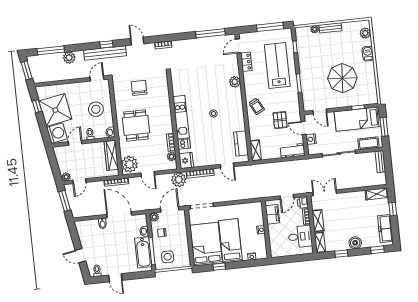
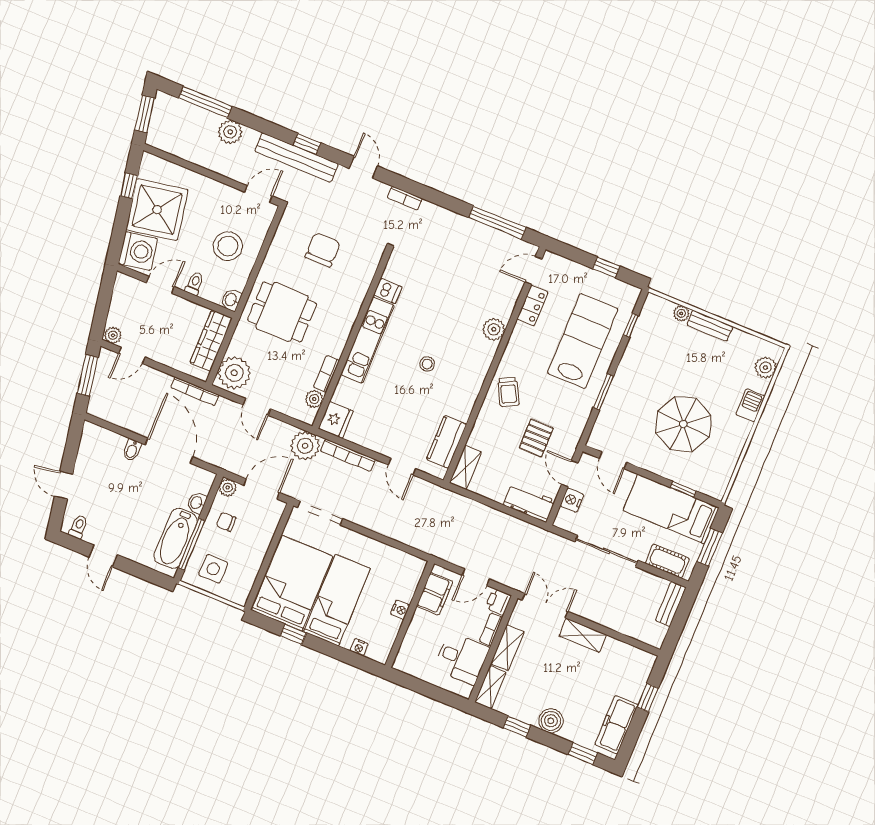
window: (270, 27) -> (606, 267), width x0.46
dining table: (136, 125) -> (282, 312), turned 90
dishwasher: (184, 144) -> (388, 291), moved
shelving: (377, 194) -> (583, 635), moved

